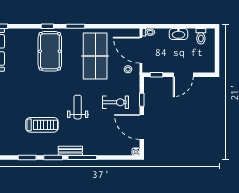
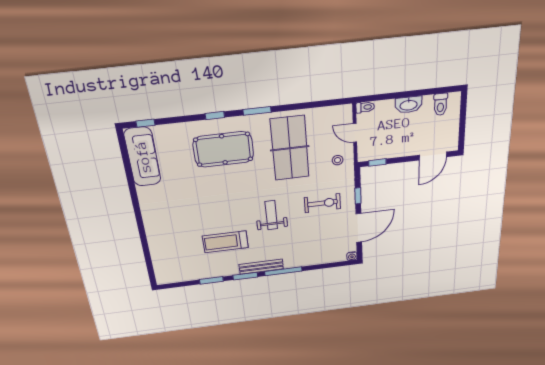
door: (141, 50) -> (355, 133), width x0.53
pool table: (50, 51) -> (223, 149), turned 90
door: (183, 75) -> (433, 156), moved
treadmill: (42, 125) -> (225, 242), turned 180
door: (142, 127) -> (359, 228), swing flipped
bench: (70, 151) -> (261, 267), width x1.36

